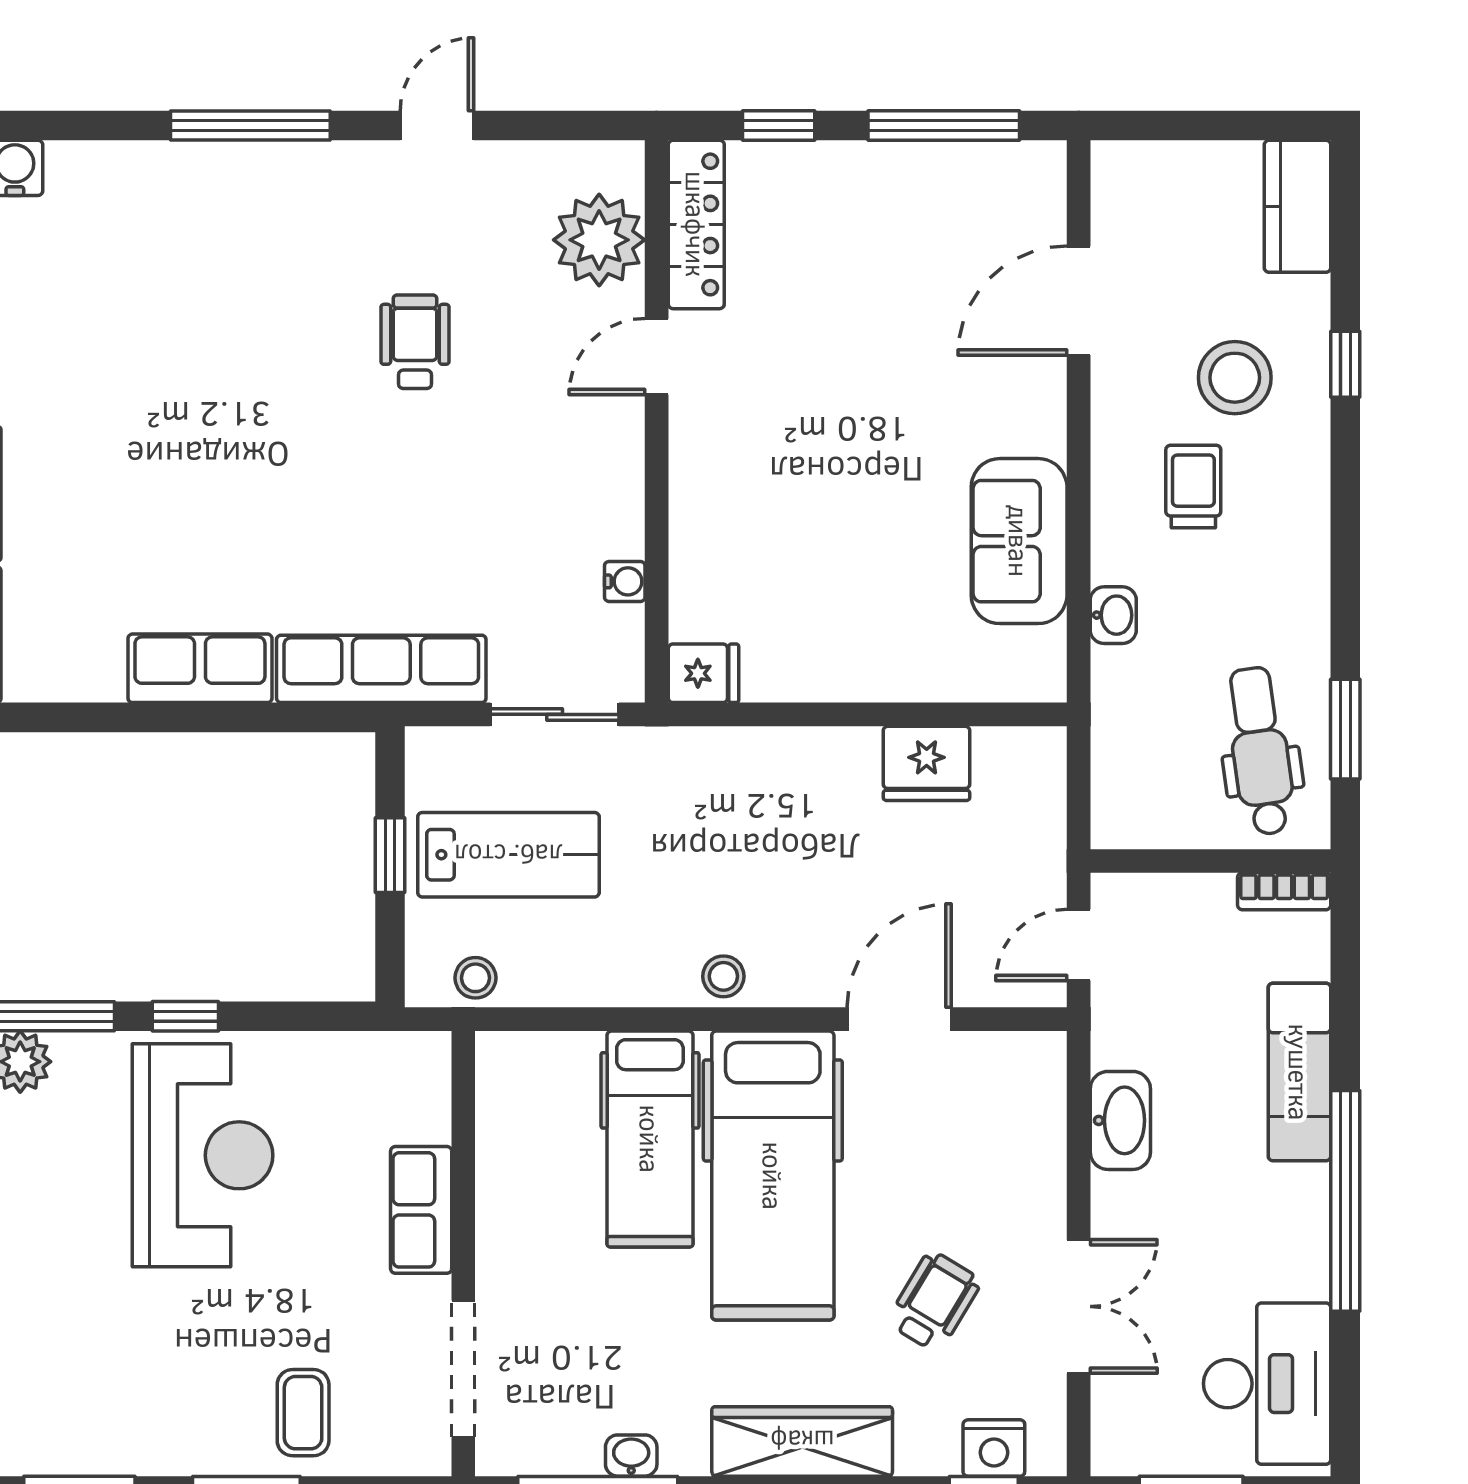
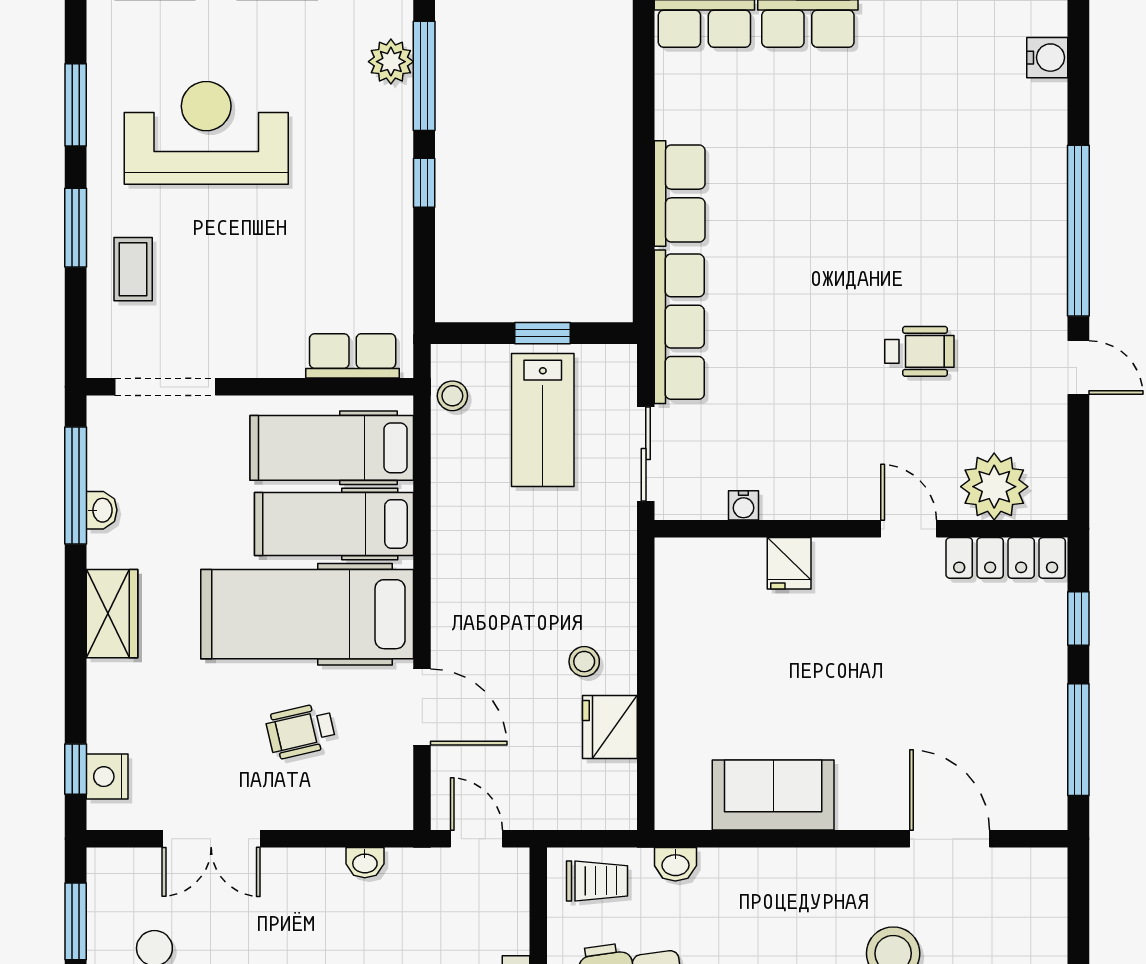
window: (250, 126) -> (1078, 231), width x1.46
trolley: (1193, 486) -> (597, 881), moved
washbasin: (1113, 615) -> (675, 864), moved
fridge: (704, 673) -> (789, 563), moved
stool: (723, 976) -> (584, 662), moved
washbasin: (1120, 1120) -> (365, 863), width x0.52, depth x0.69
hospital bed: (546, 1142) -> (332, 448), added
reception desk: (203, 1155) -> (206, 133), moved, turned 180
row of seats: (421, 1210) -> (353, 356), moved
wheelchair: (934, 1301) -> (301, 731), moved, turned 136
coffee table: (303, 1413) -> (133, 269), turned 90
wardrobe: (802, 1441) -> (112, 614), width x0.67

